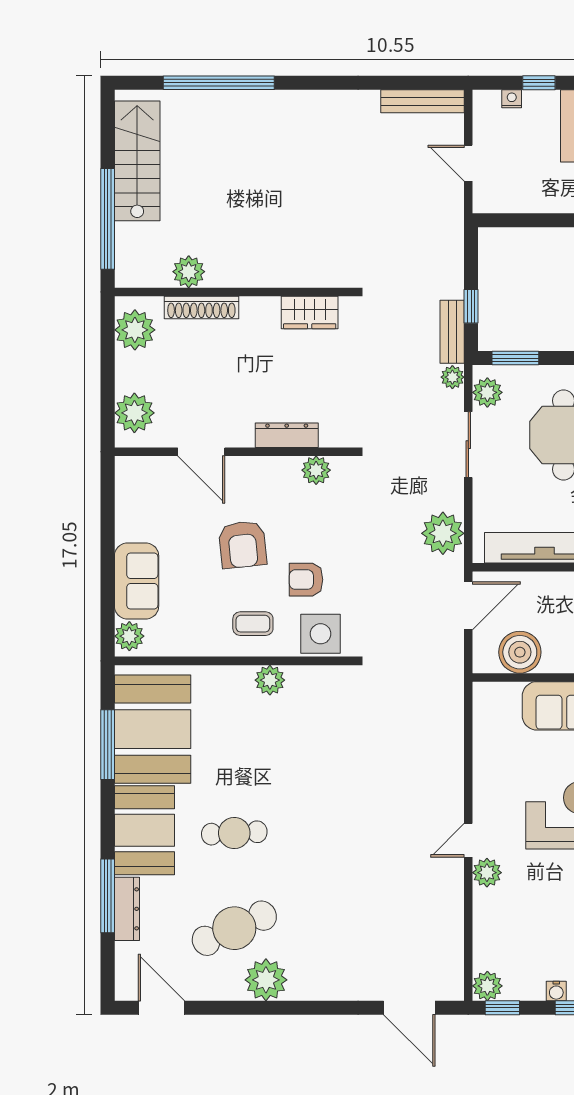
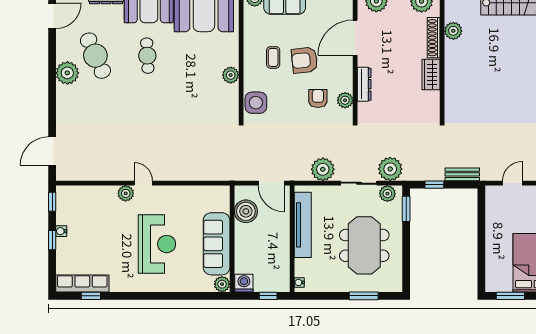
wardrobe: (310, 312) -> (431, 75), moved
bench: (452, 332) -> (462, 174), moved
plant: (452, 377) -> (390, 169), width x1.87, depth x1.87
door: (201, 452) -> (355, 38), width x1.36
plant: (443, 533) -> (323, 169), moved
armchair: (306, 580) -> (318, 98), moved
coffee table: (253, 624) -> (273, 57), moved
plant: (487, 986) -> (64, 194), removed

